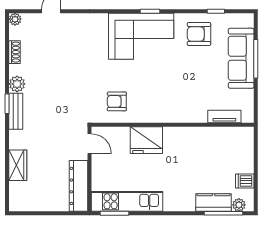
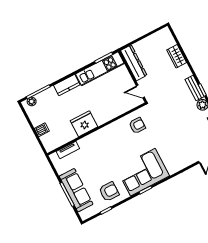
fridge: (146, 140) -> (84, 124), moved
dishwasher: (245, 181) -> (42, 130), moved
kitchen counter: (214, 203) -> (67, 85), moved

